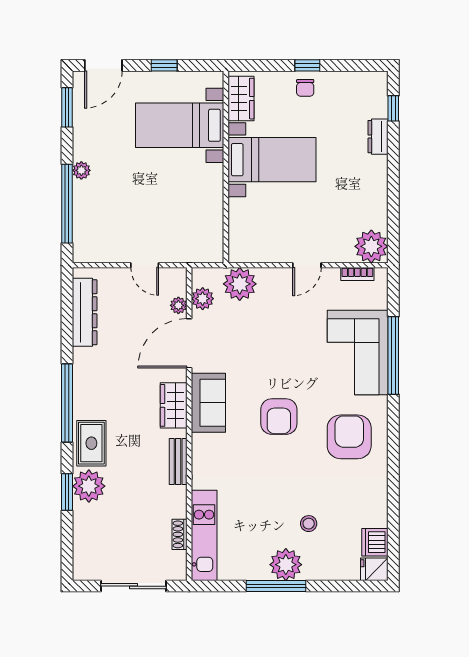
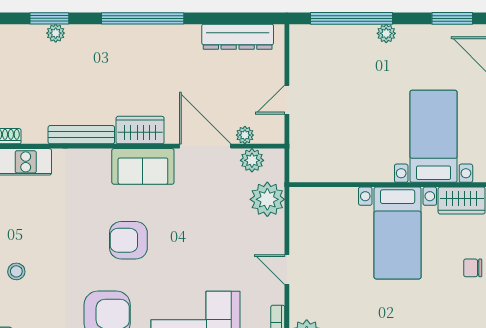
rug: (91, 443) -> (101, 44), removed
bench: (178, 462) -> (81, 135), width x1.36
plant: (89, 486) -> (56, 33), width x0.53, depth x0.53

